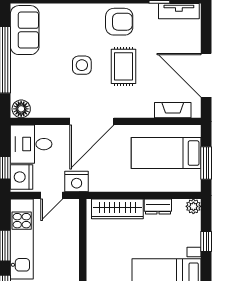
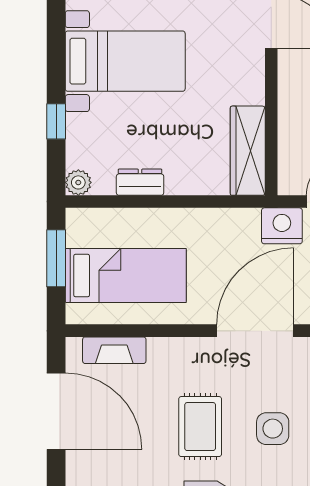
wardrobe: (117, 209) -> (248, 151), moved, turned -90

